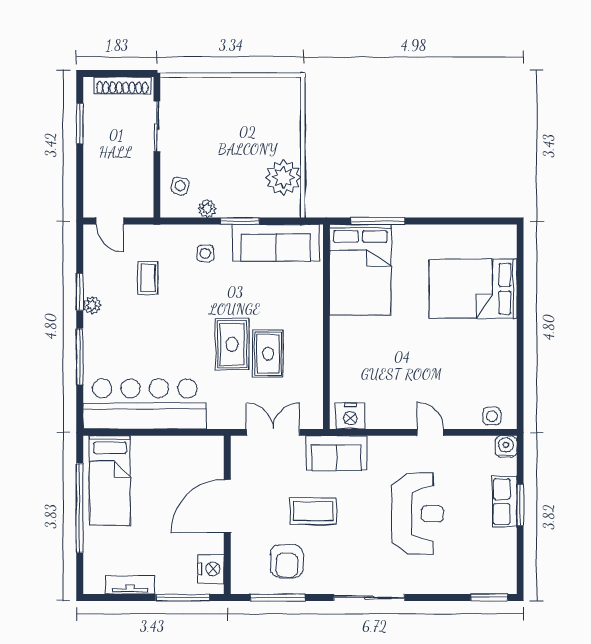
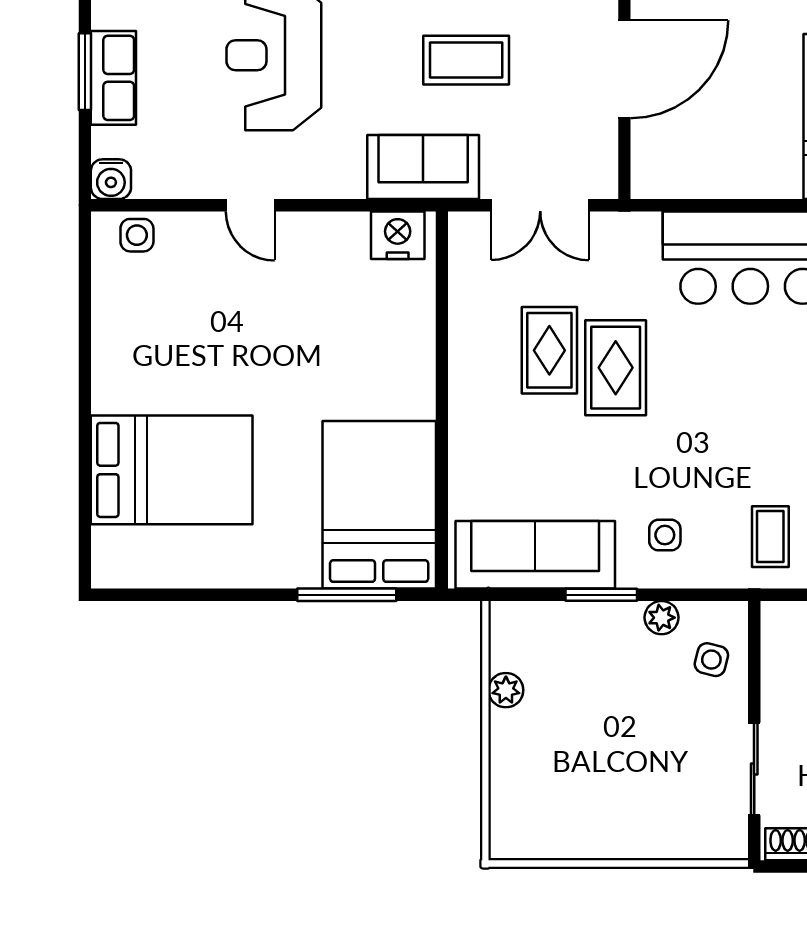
plant: (283, 177) -> (506, 690), width x0.53, depth x0.53
coffee table: (148, 278) -> (770, 537), moved

